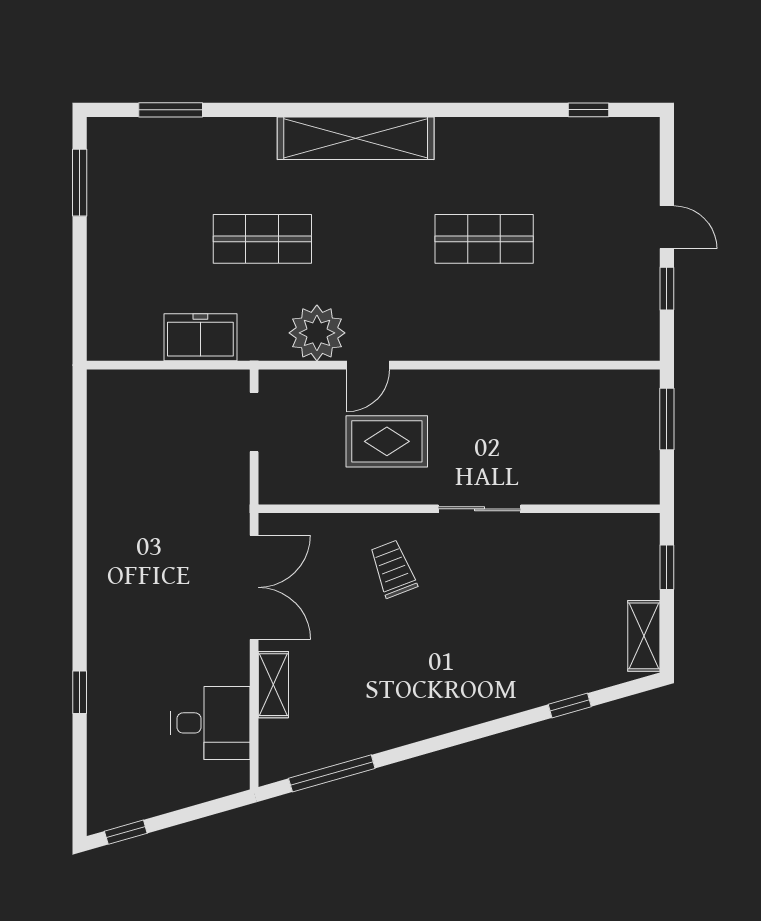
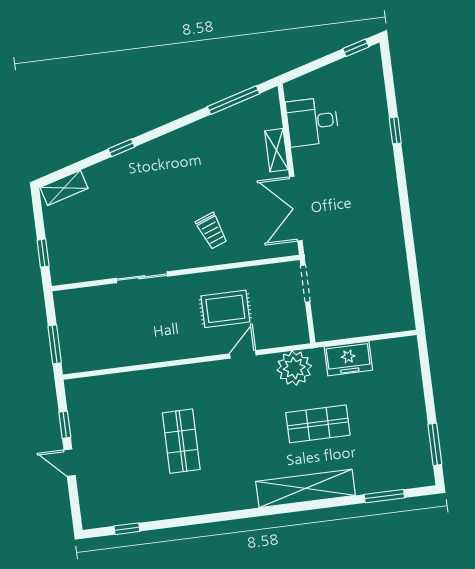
shelving: (356, 138) -> (306, 488), moved
shop shelf: (484, 239) -> (181, 441), turned 90
plant: (317, 333) -> (294, 368), moved
doorway: (254, 422) -> (305, 284), moved
sliding door: (479, 509) -> (142, 277), moved
shelving: (644, 636) -> (64, 188), moved, turned 74
window: (570, 706) -> (121, 148), moved

